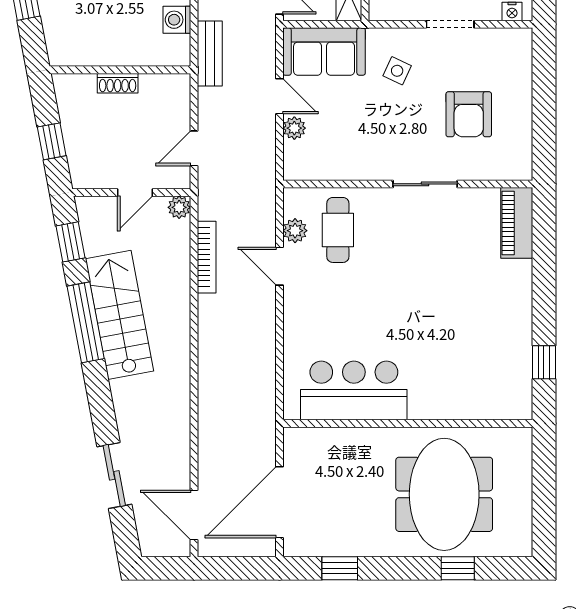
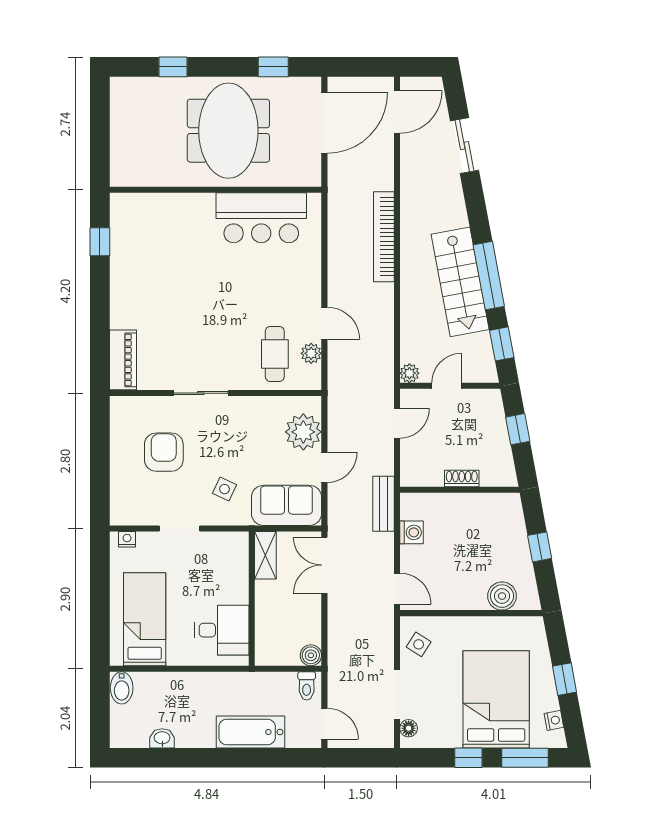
door: (279, 96) -> (324, 467), swing flipped
plant: (294, 128) -> (303, 432), width x1.87, depth x1.87
bookcase: (207, 257) -> (384, 237), moved, width x1.48, depth x1.31
meeting table: (444, 494) -> (228, 131), moved
door: (194, 515) -> (397, 112), hinge flipped

